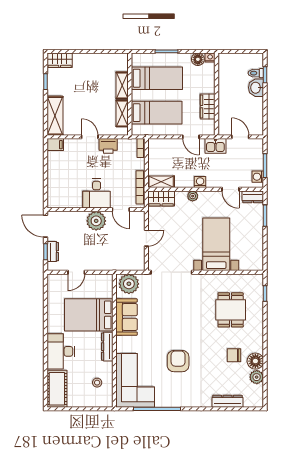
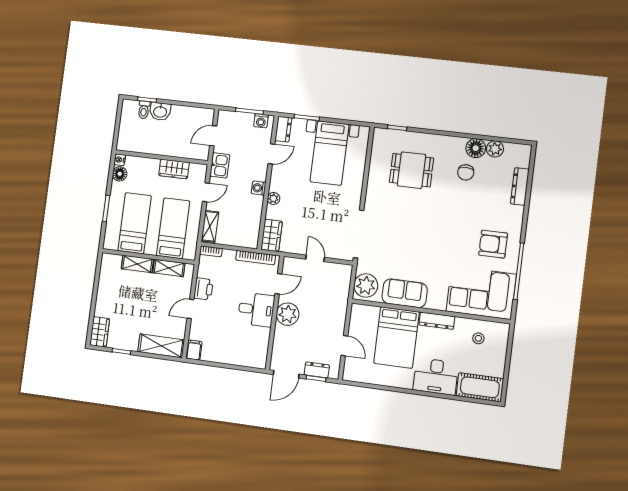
shelving: (161, 182) -> (210, 226), moved
bed with nightstands: (216, 244) -> (329, 153), moved, turned -90
armchair: (178, 361) -> (493, 244), moved

